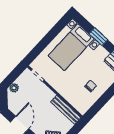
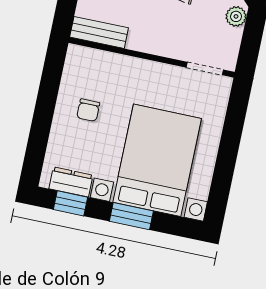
bed with nightstands: (71, 47) -> (157, 160), width x1.36
bench: (66, 110) -> (99, 32), width x0.73

